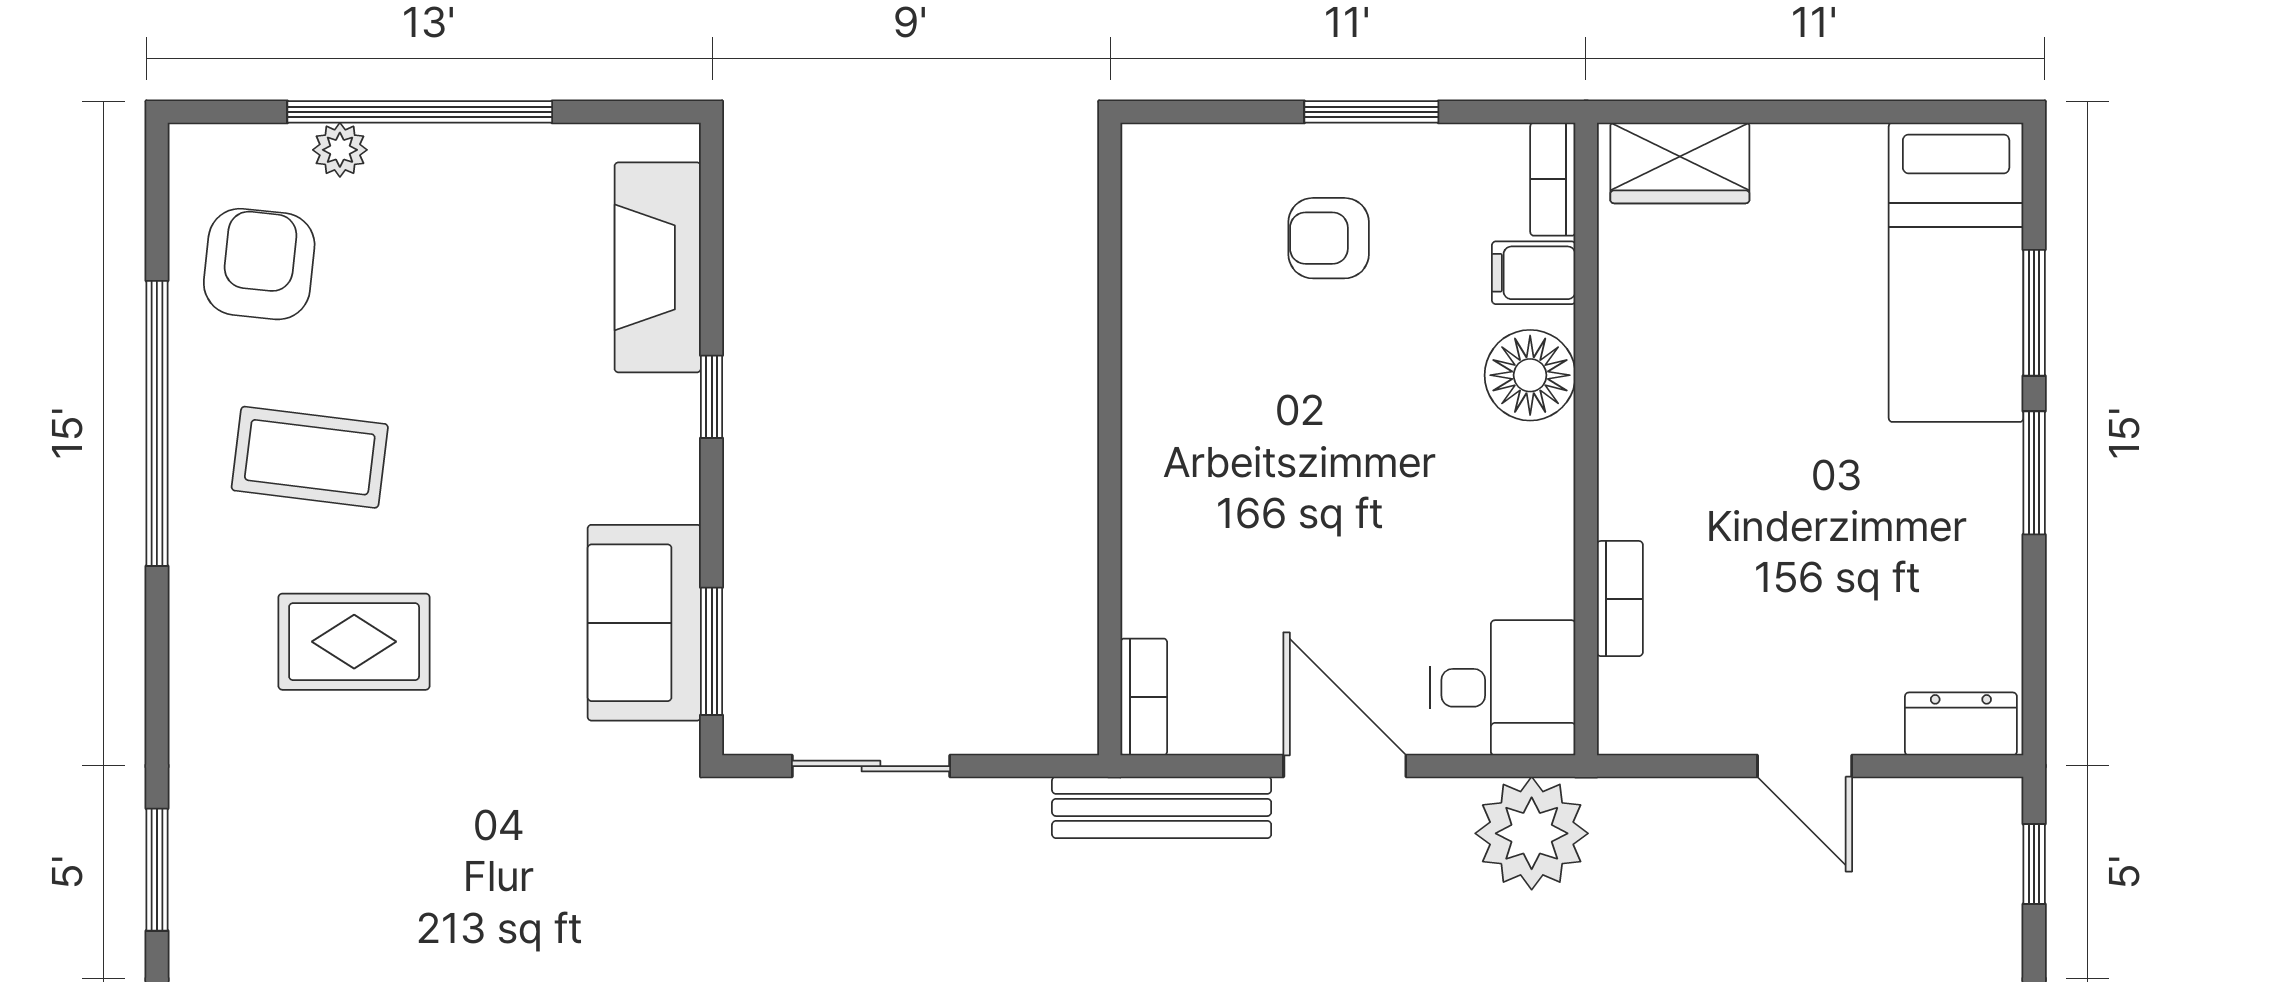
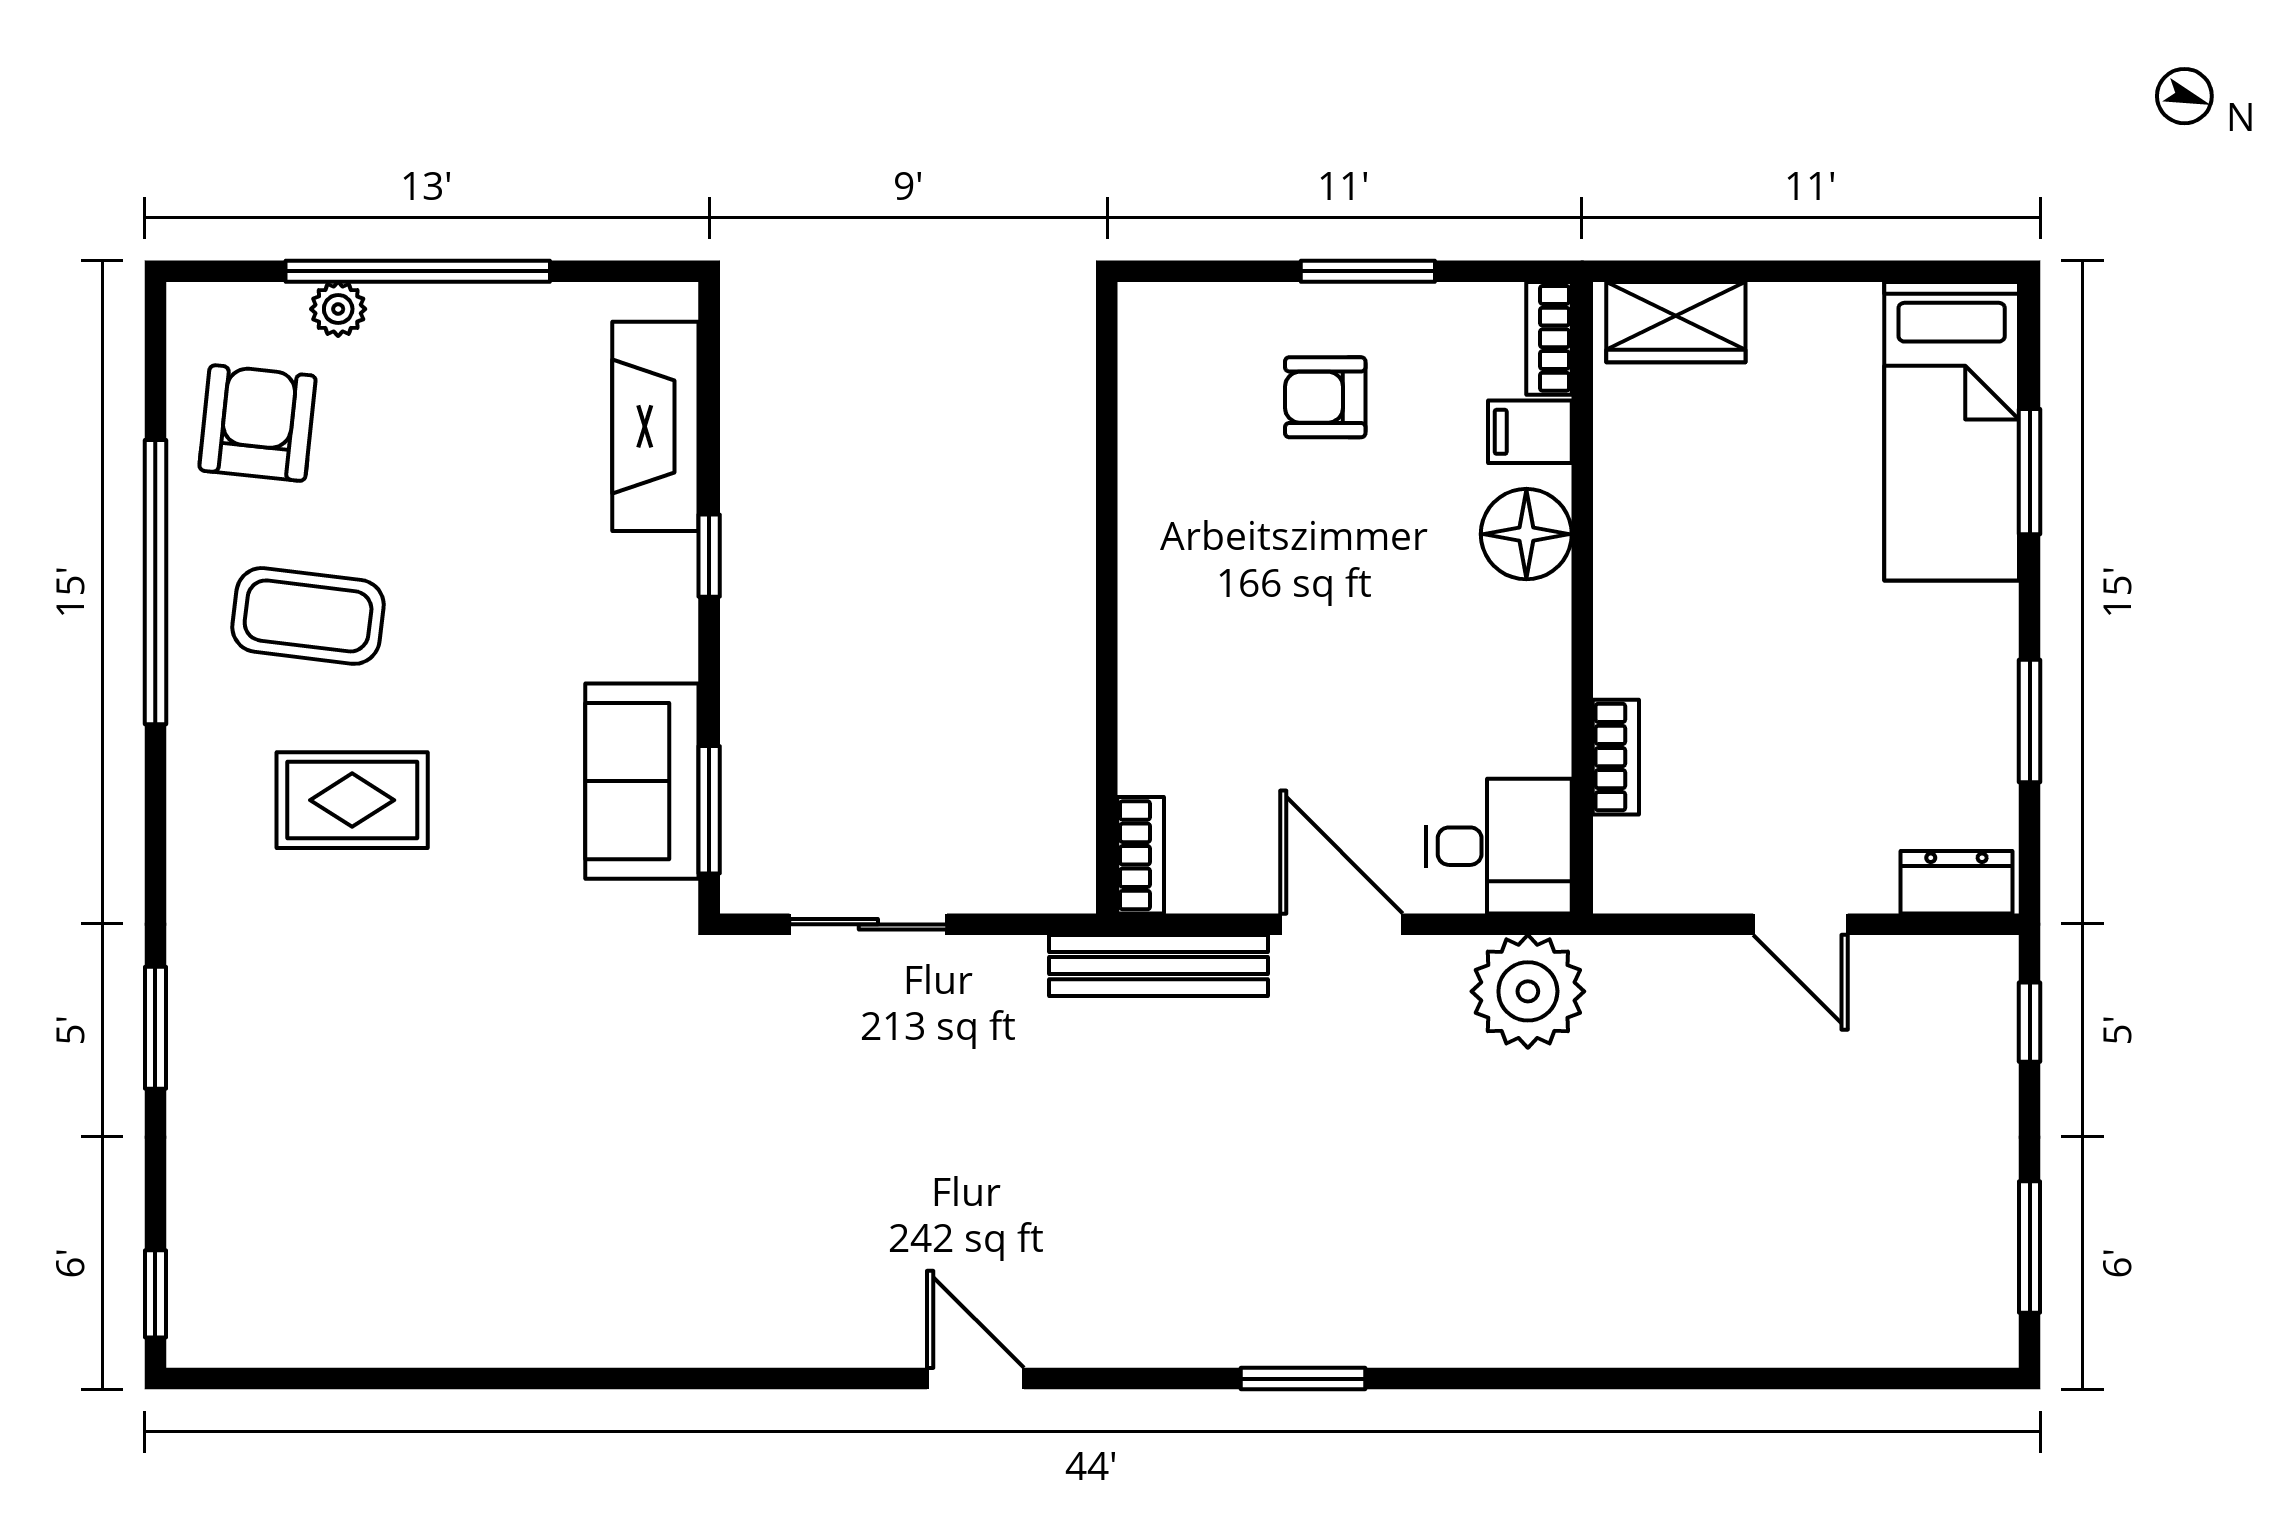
window: (2034, 473) -> (2030, 721), moved

